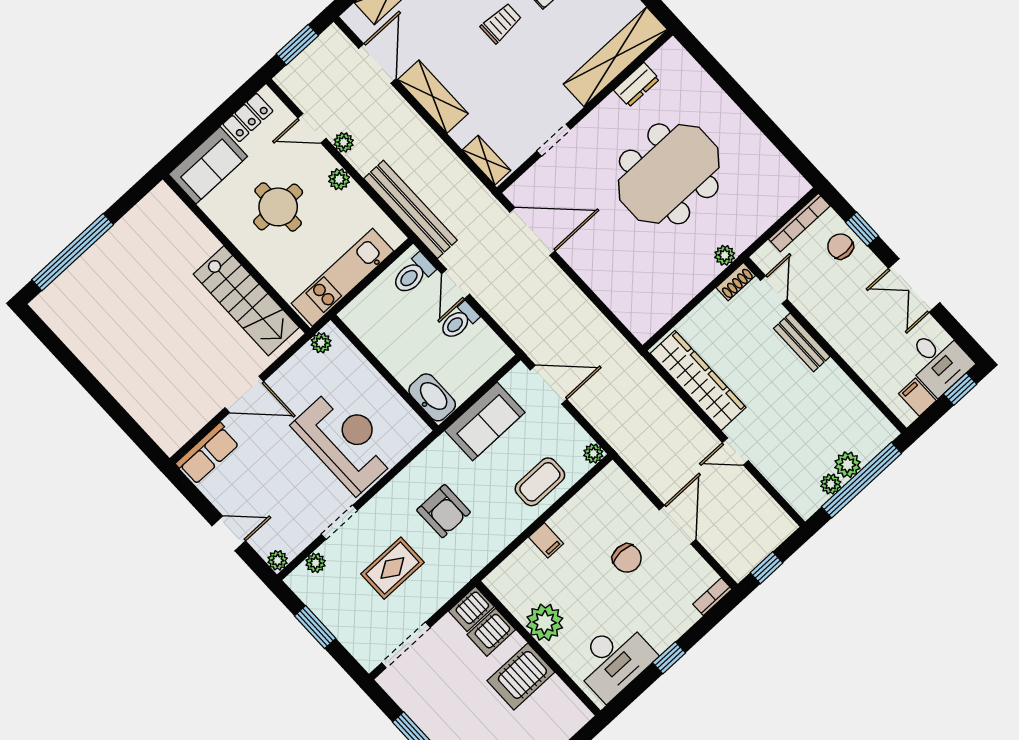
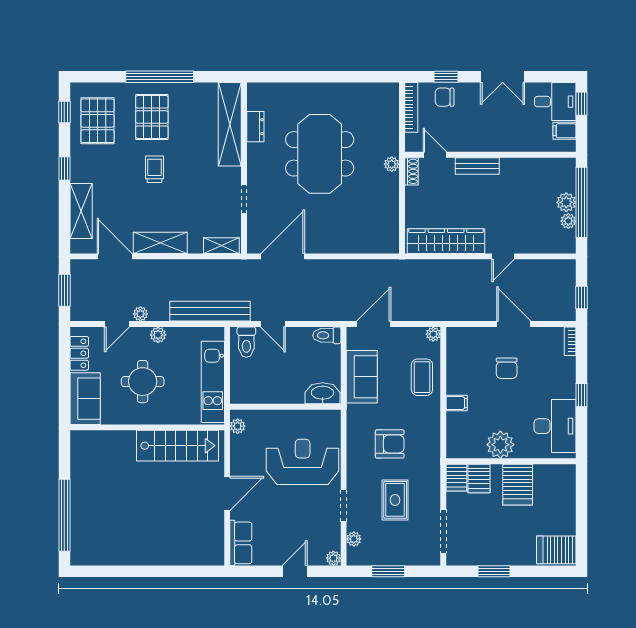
toilet: (459, 321) -> (327, 335), moved, turned 90
chair: (627, 558) -> (507, 368), turned 90

